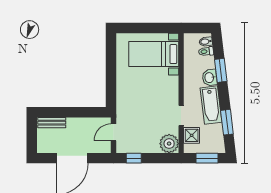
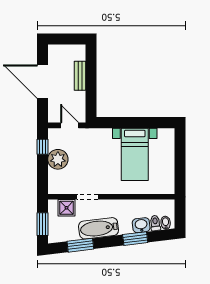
bed with nightstands: (154, 54) -> (135, 154), moved, turned 180
washbasin: (210, 78) -> (141, 225), moved
bench: (52, 123) -> (80, 76), moved
plant: (169, 144) -> (58, 159), moved

